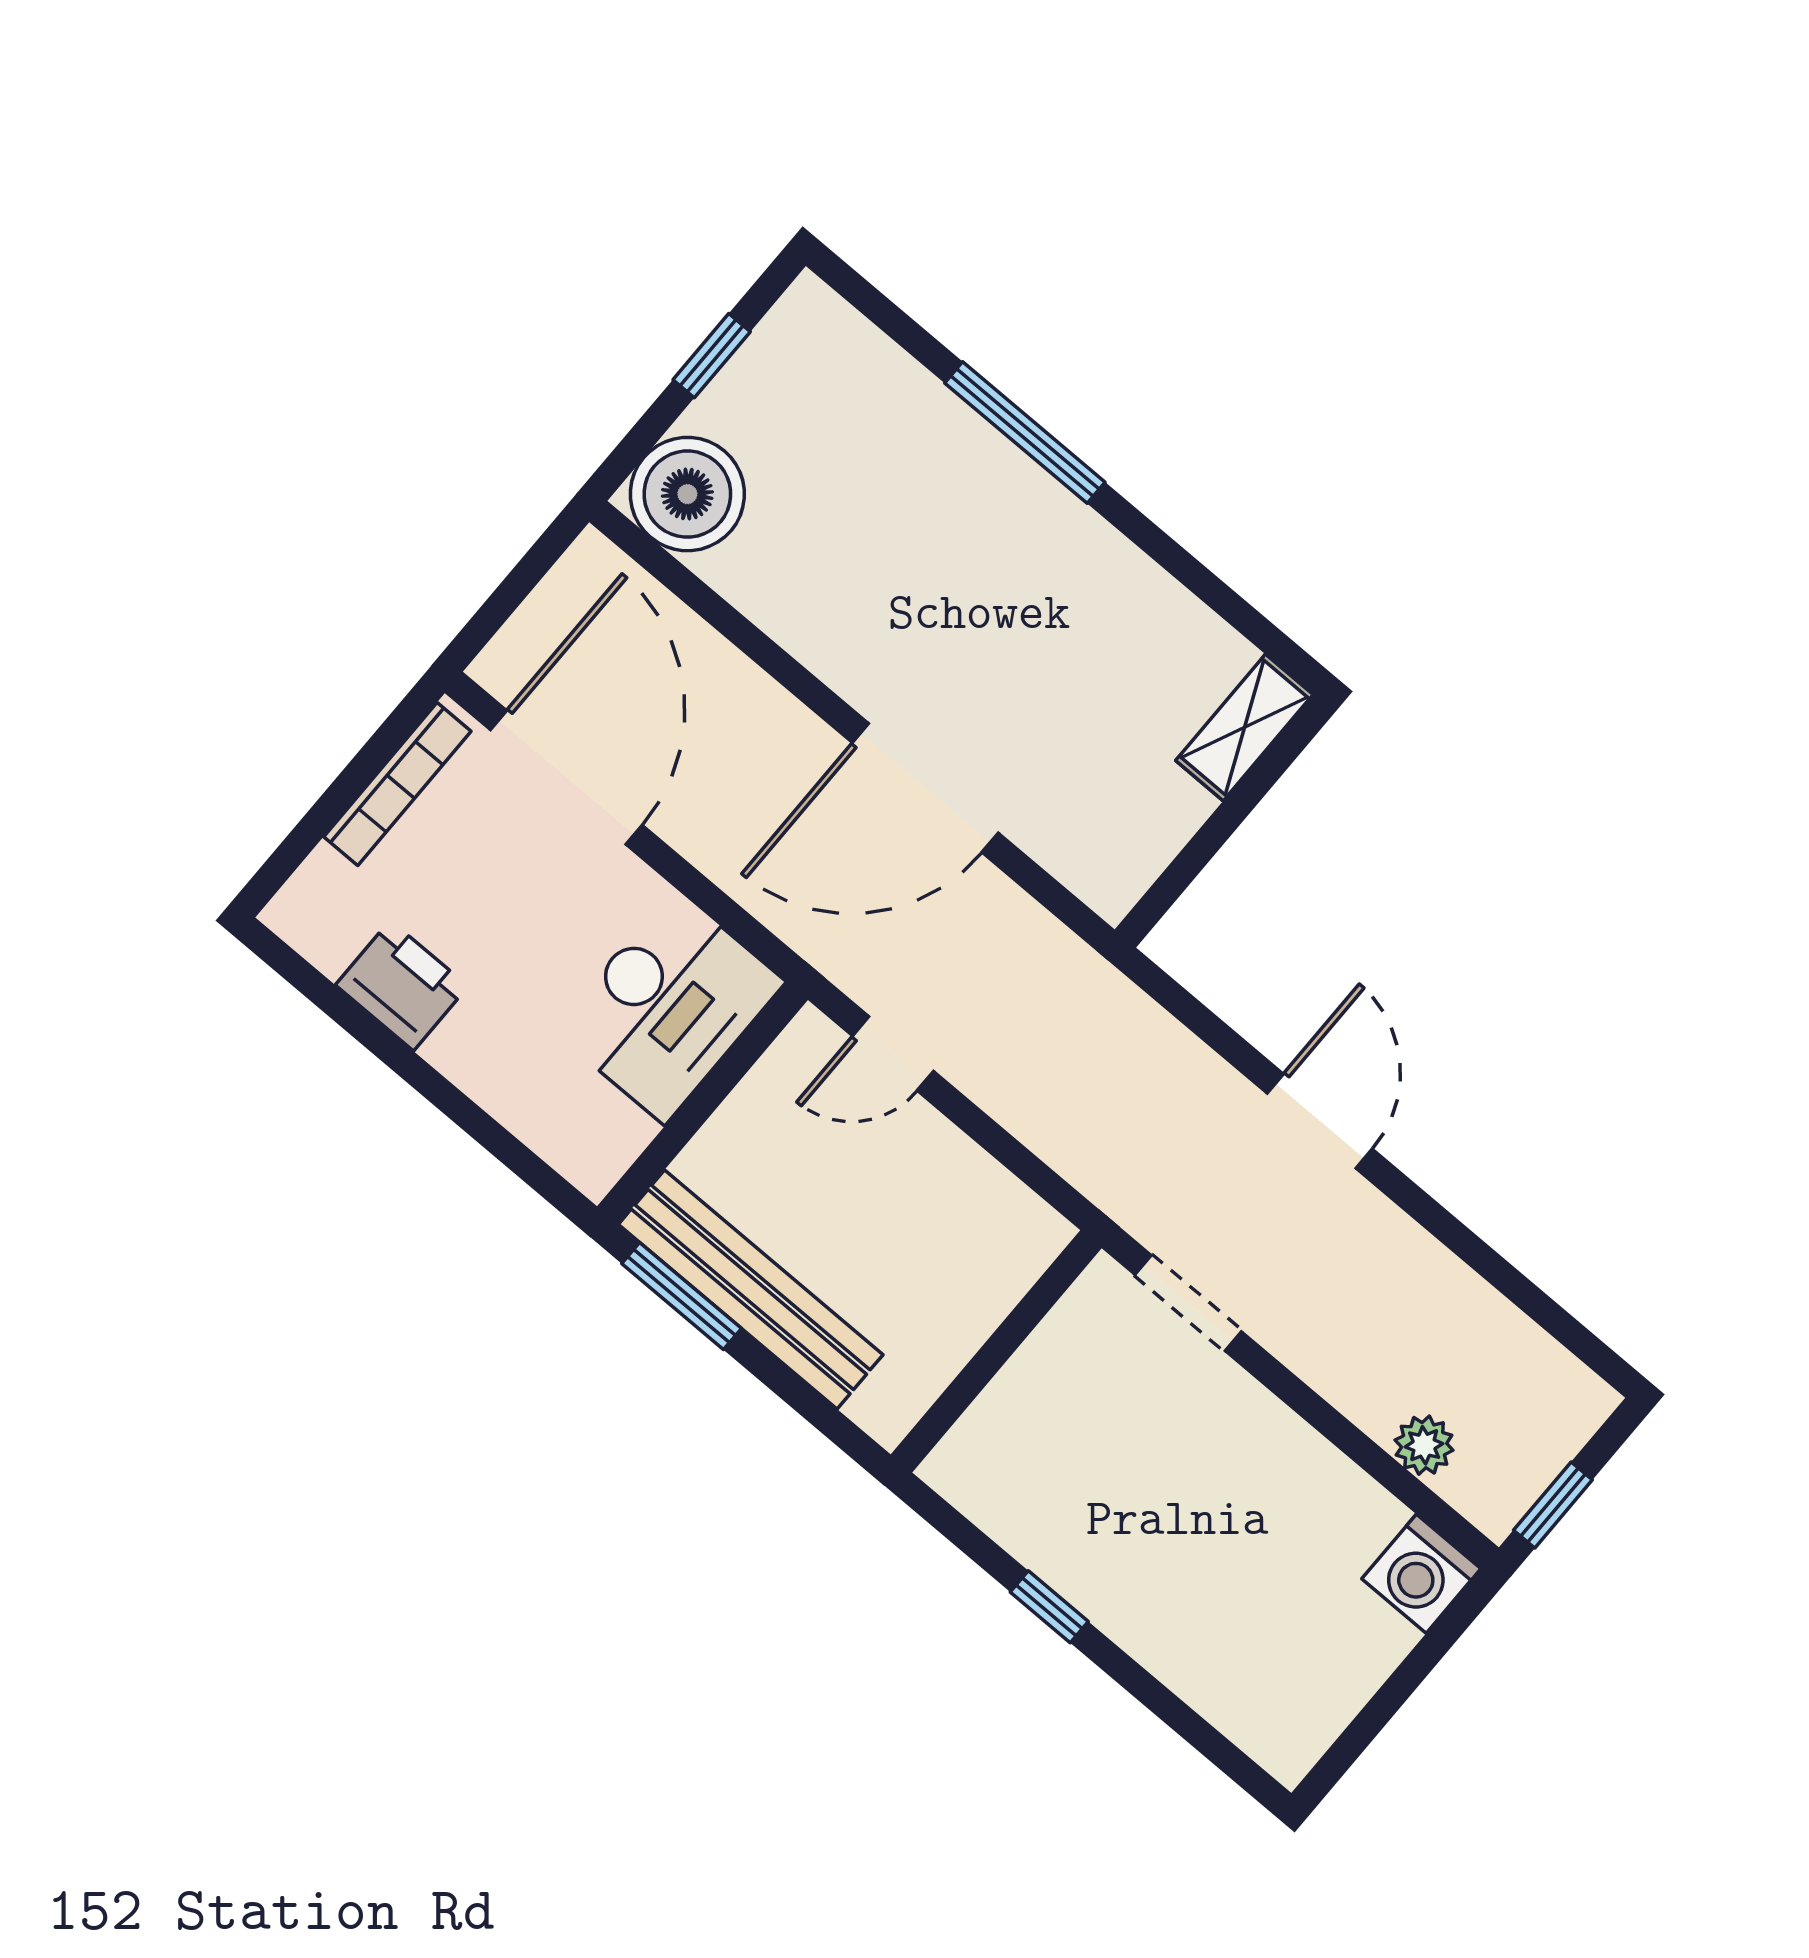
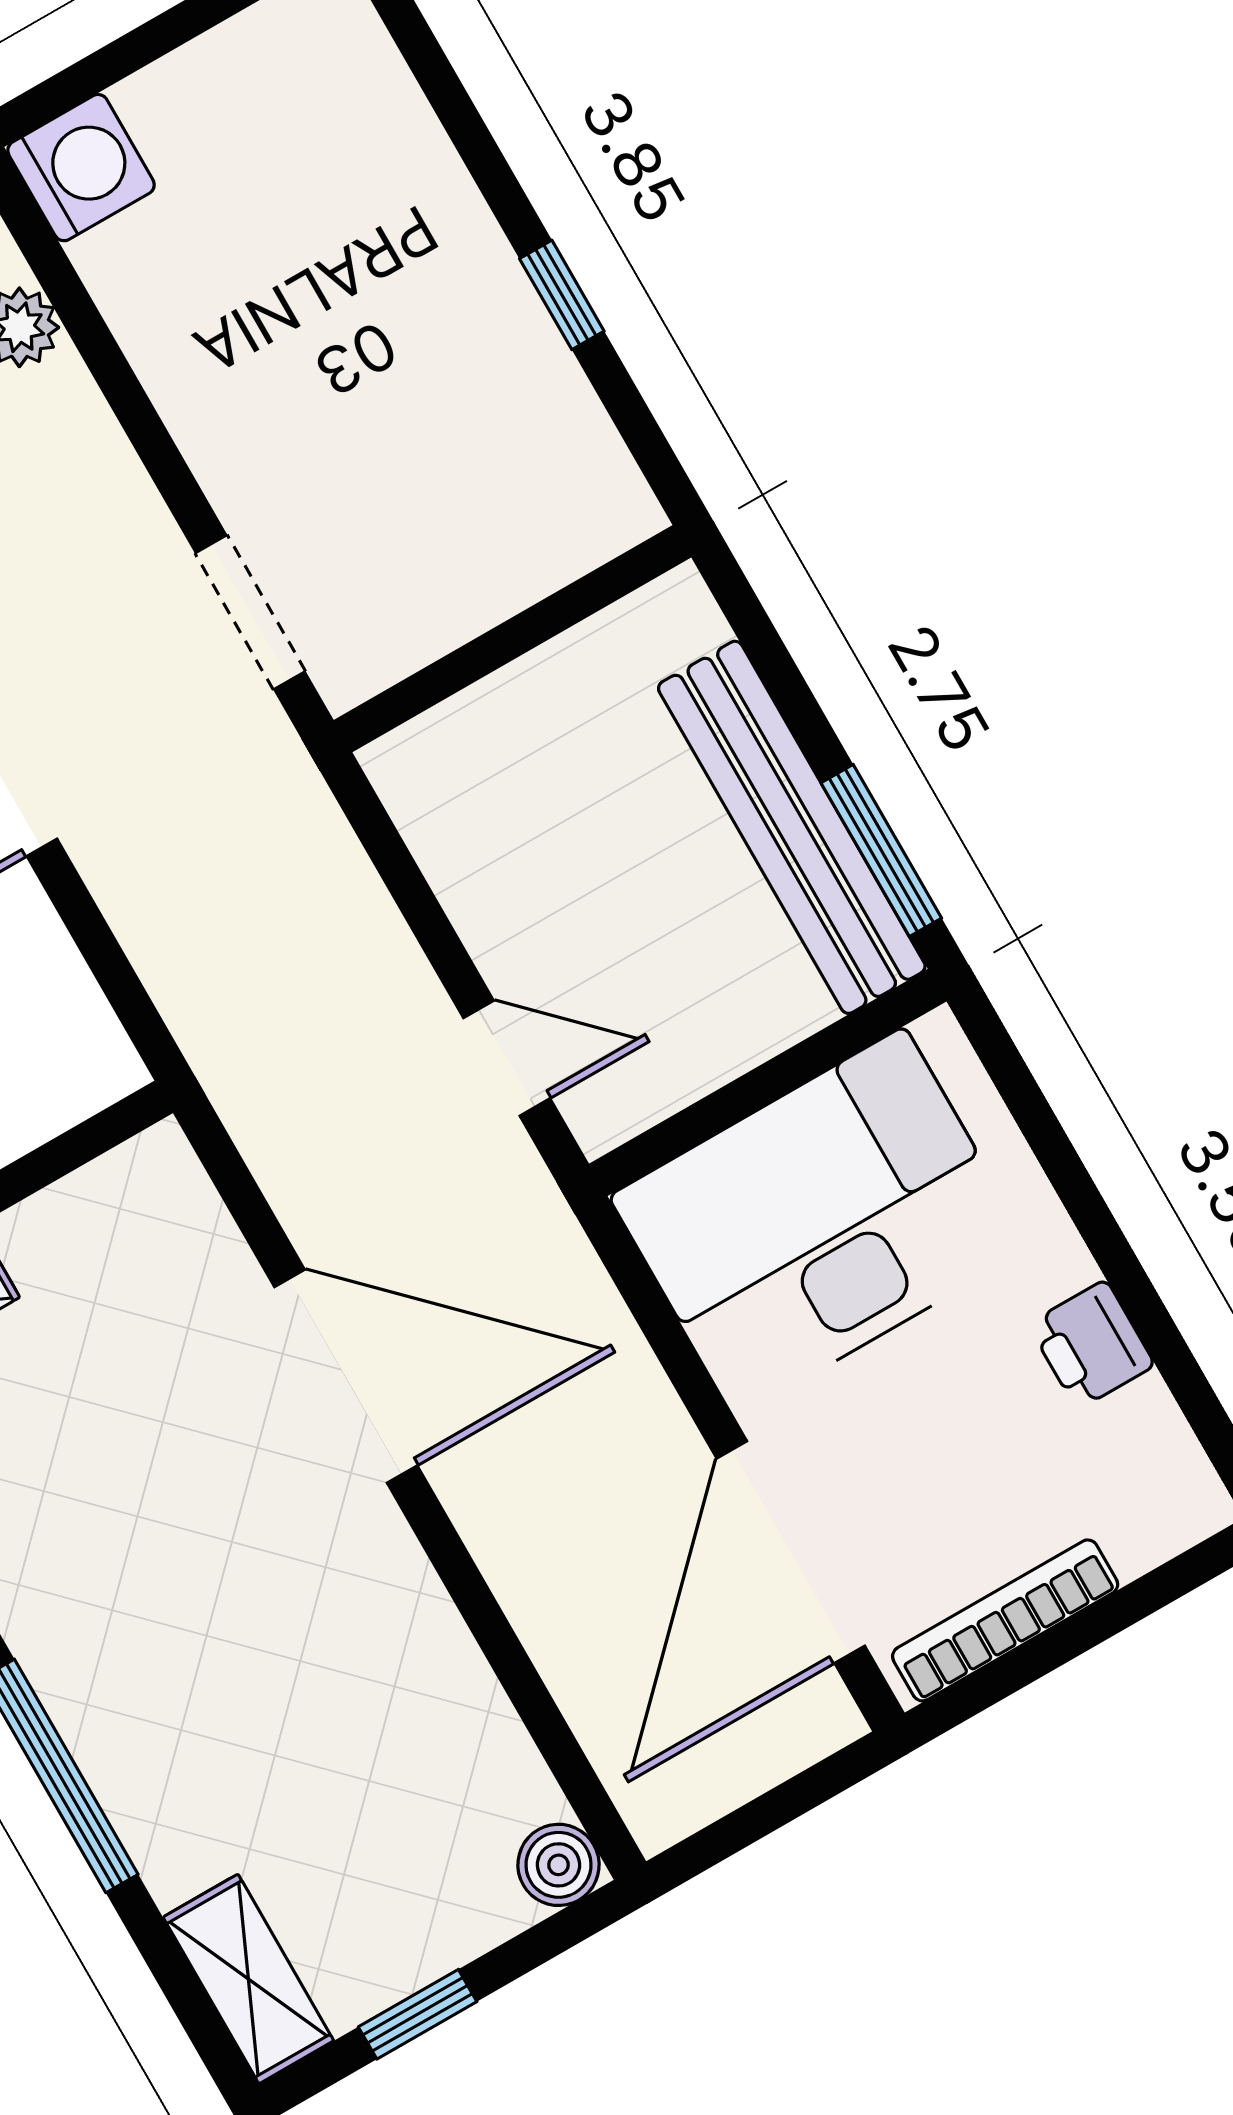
shelving: (840, 337) -> (248, 1979), added
boiler: (687, 494) -> (559, 1865), width x0.54, depth x0.54
printer: (402, 986) -> (1091, 1345), width x0.73, depth x0.81
desk: (669, 1006) -> (820, 1222), width x1.36, depth x1.30

